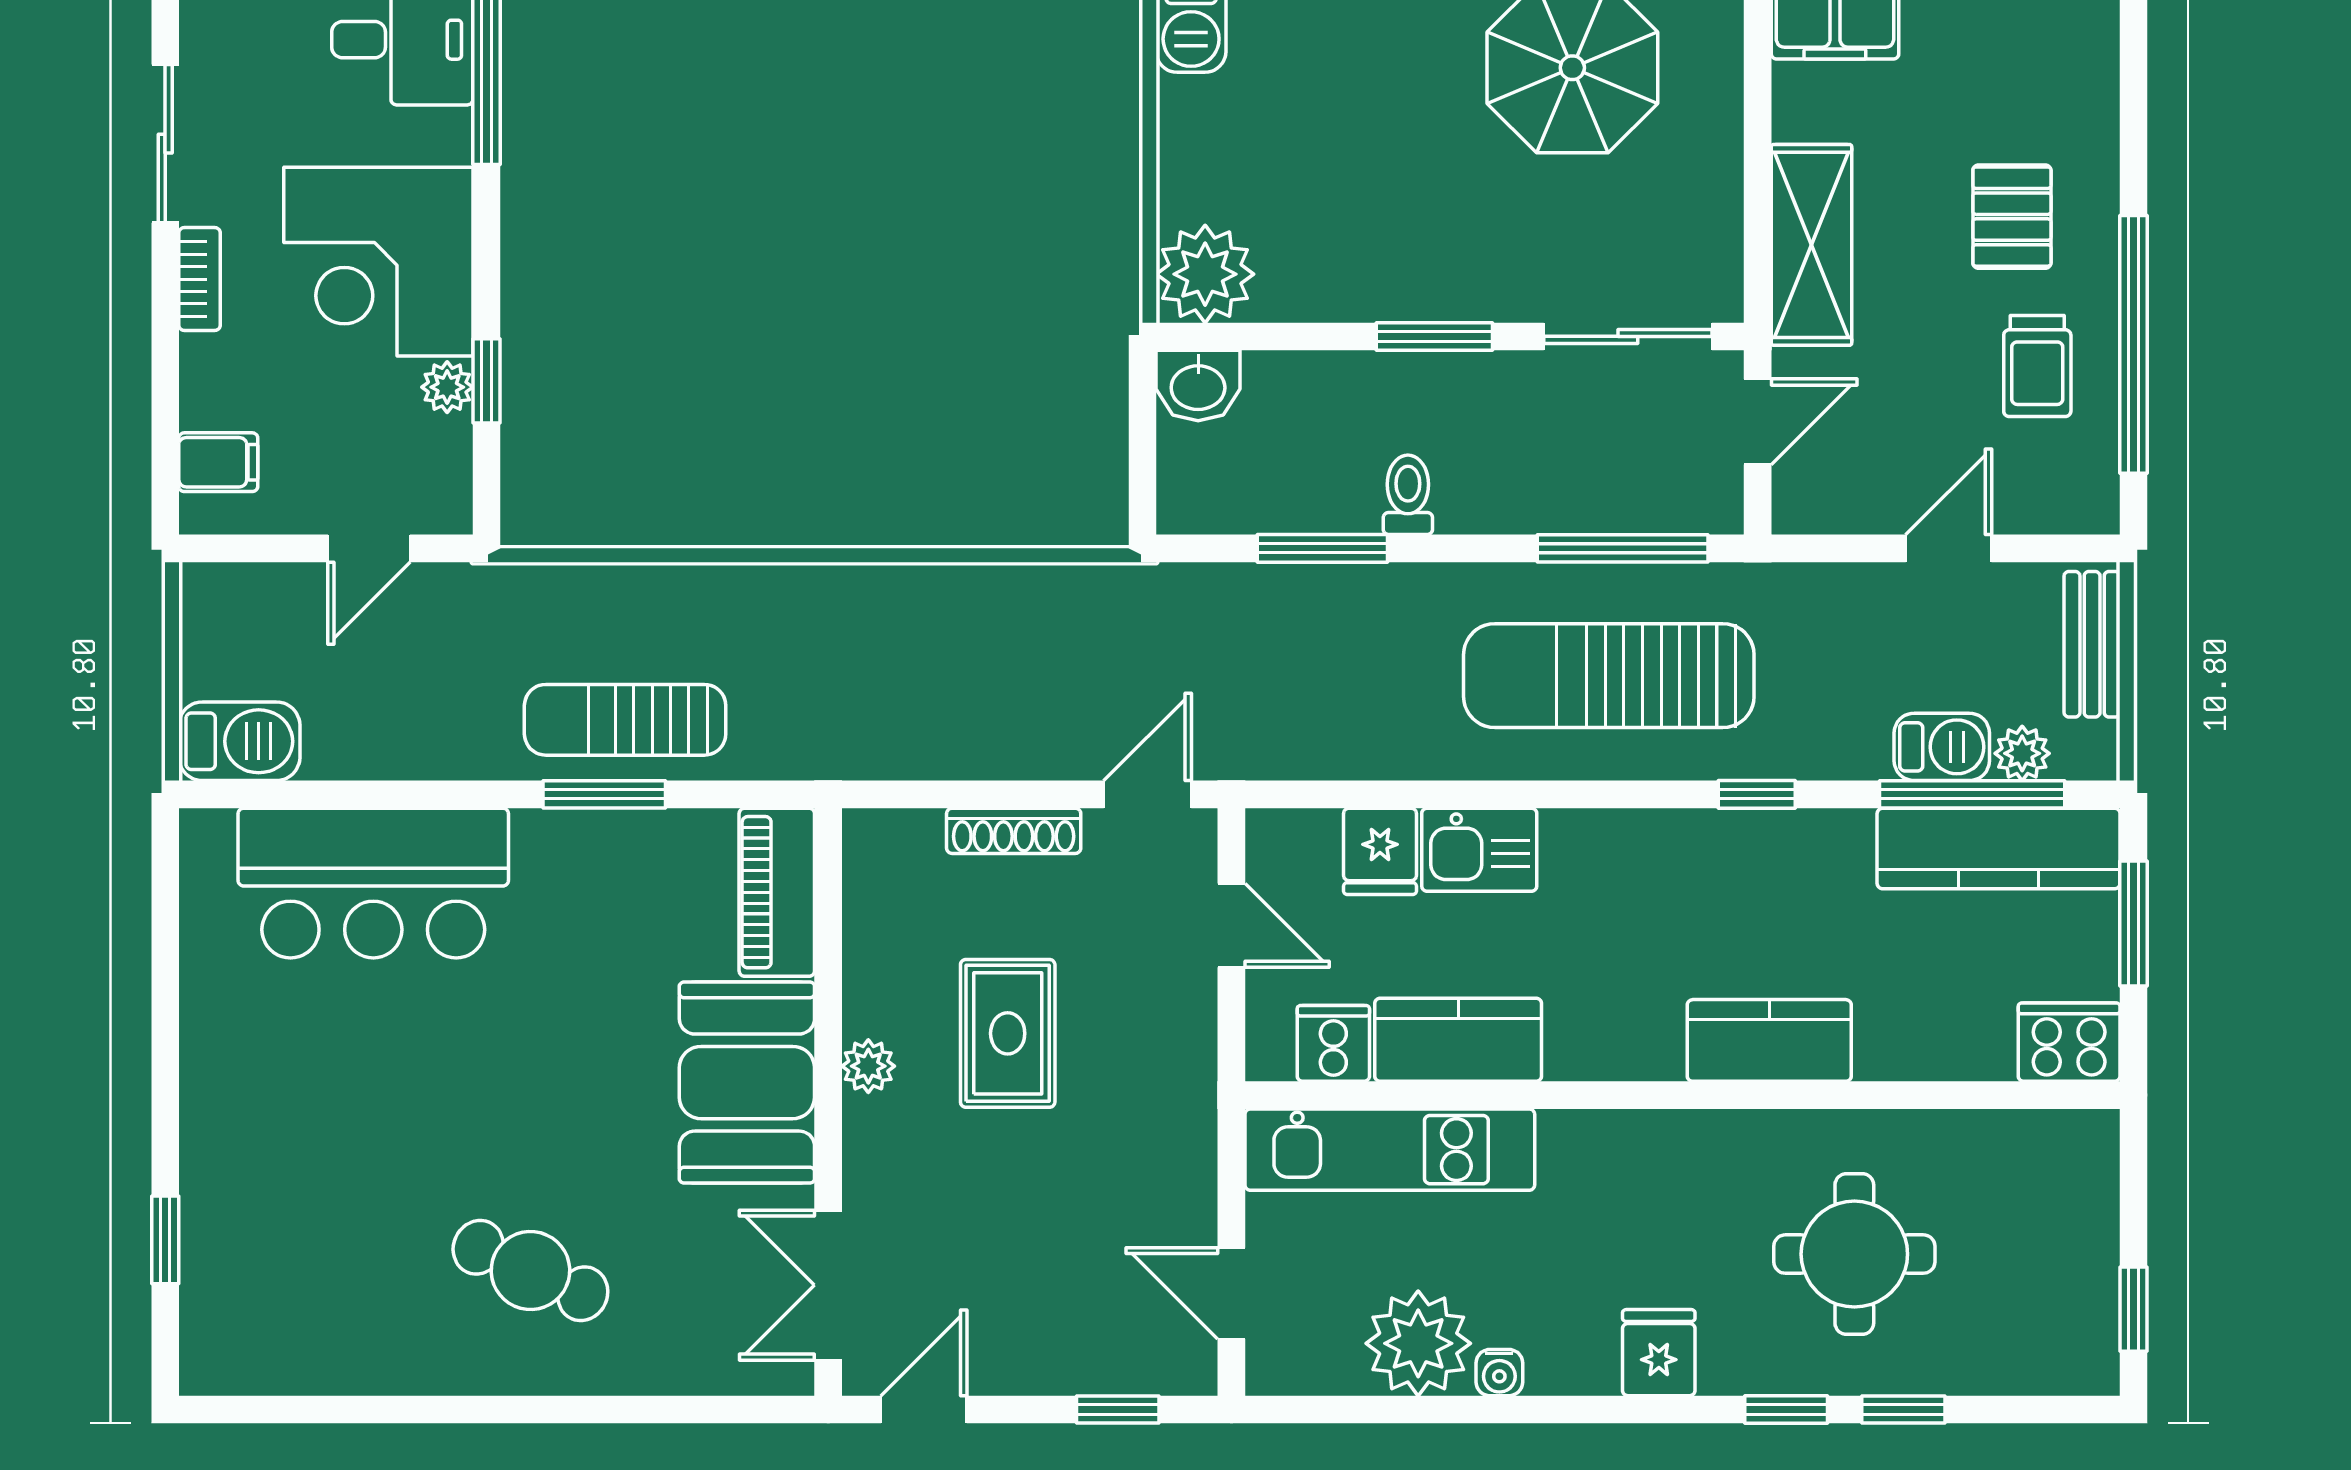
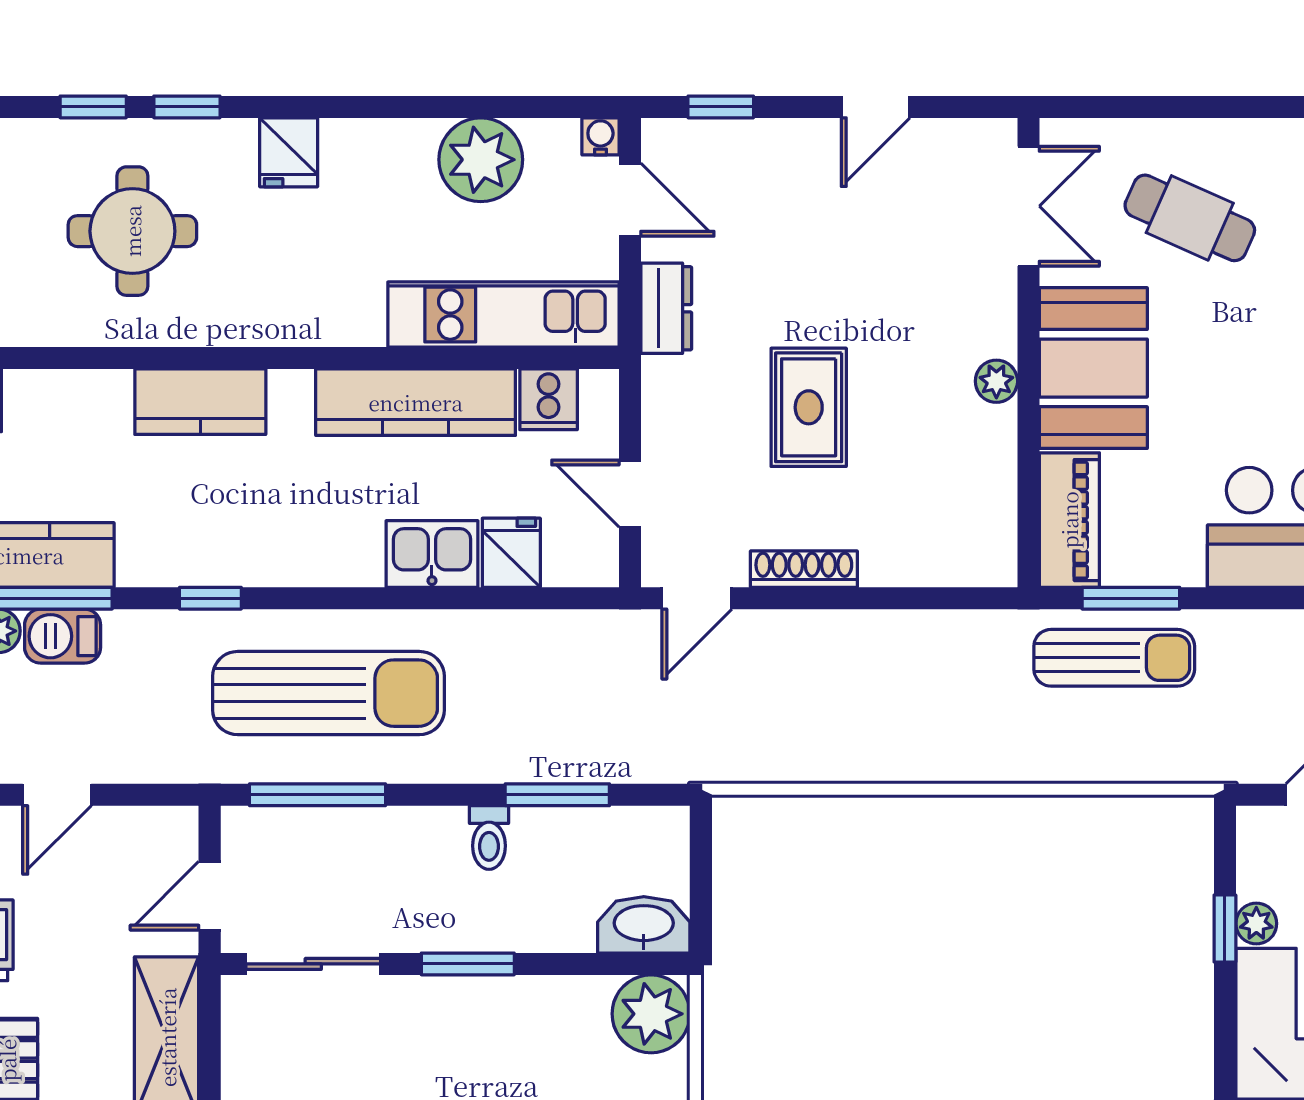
washbasin: (1198, 386) -> (644, 925), width x1.38
piano: (777, 892) -> (1069, 520), moved
kitchen counter: (1458, 1040) -> (416, 402), width x1.50
plant: (868, 1066) -> (996, 381), moved
booth: (747, 1083) -> (1093, 368), moved
wall: (828, 1102) -> (1028, 353), moved
dresser: (1186, 1157) -> (666, 308), added
double door: (828, 1285) -> (1028, 206), moved
water cooler: (1499, 1373) -> (600, 136), moved

